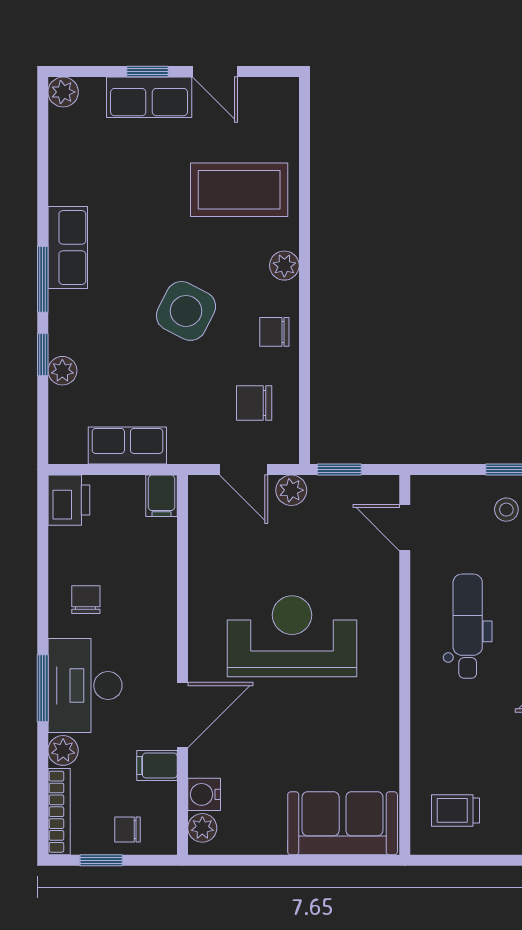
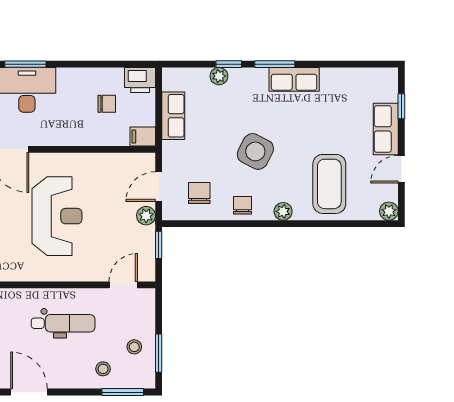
window: (148, 72) -> (401, 106), moved
plant: (63, 92) -> (389, 211), moved
chair: (86, 600) -> (107, 104), moved

